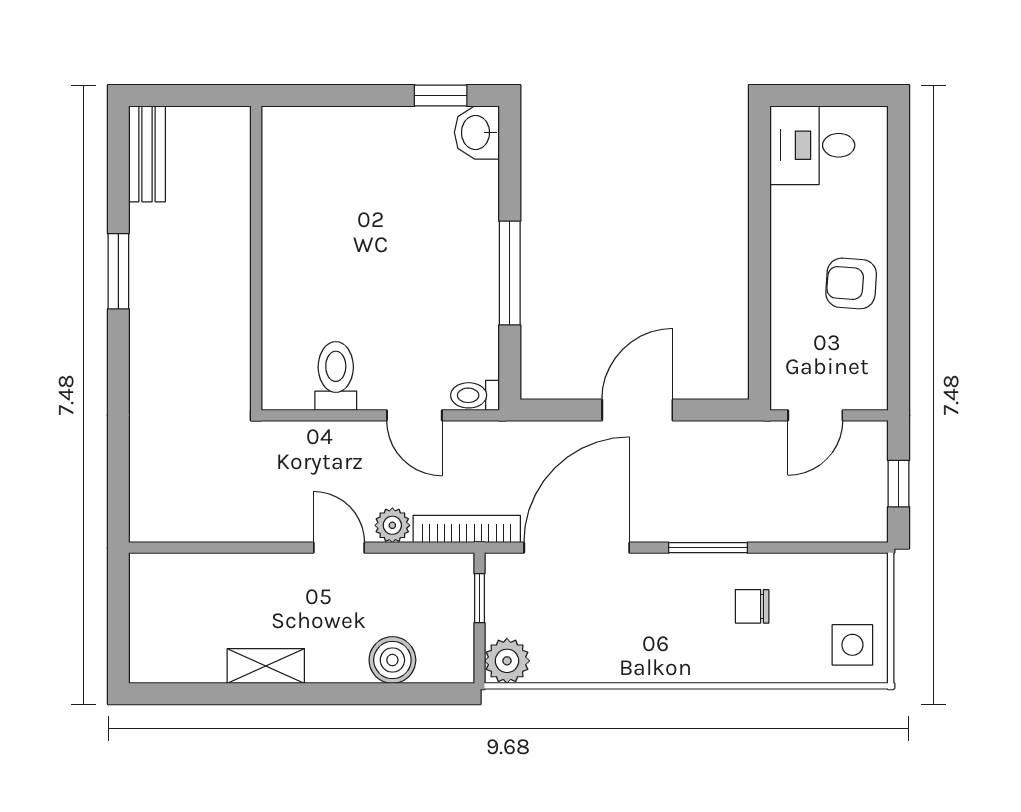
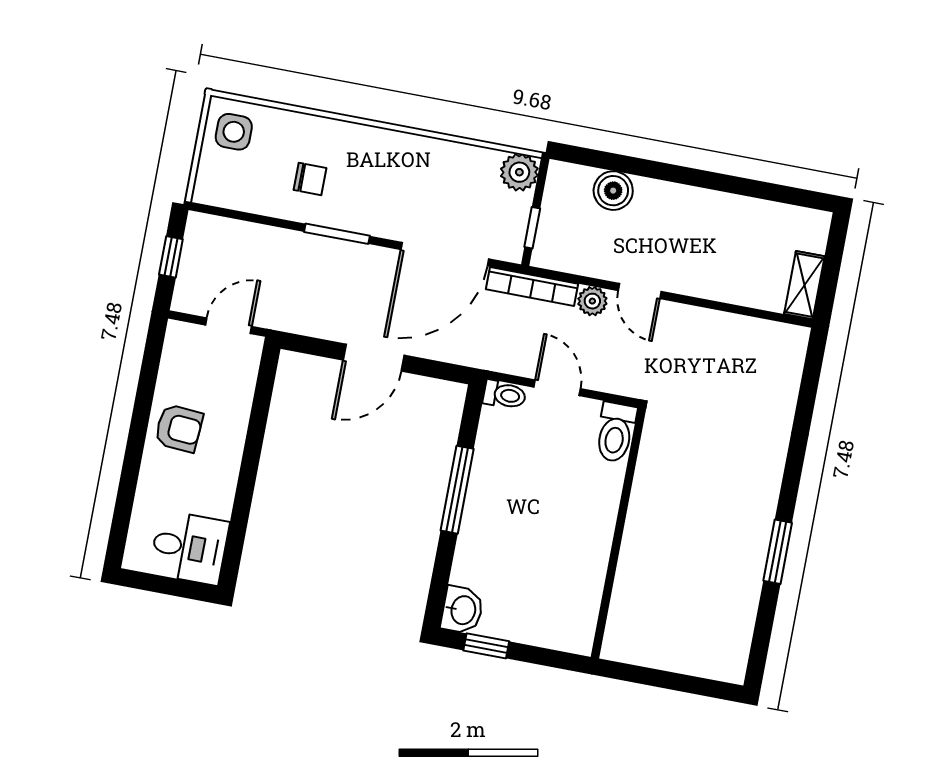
bench: (147, 154) -> (736, 644), removed
wall: (256, 258) -> (619, 533), moved
shelving: (266, 666) -> (804, 285), moved, turned 90

